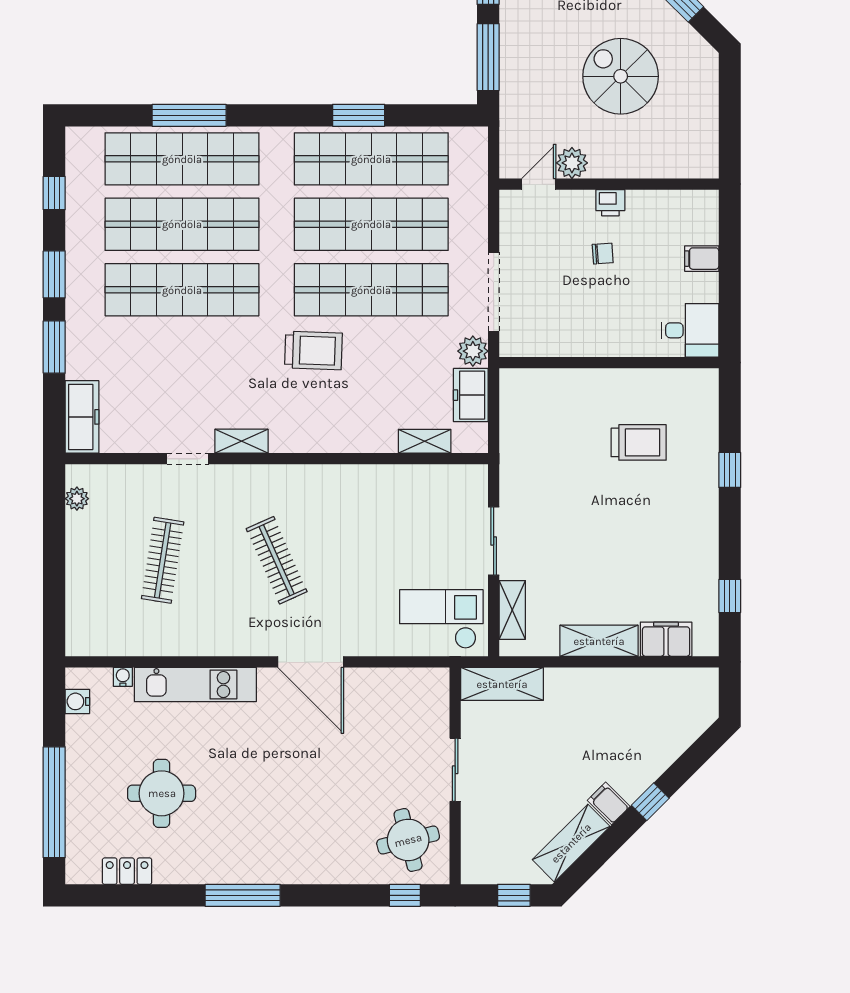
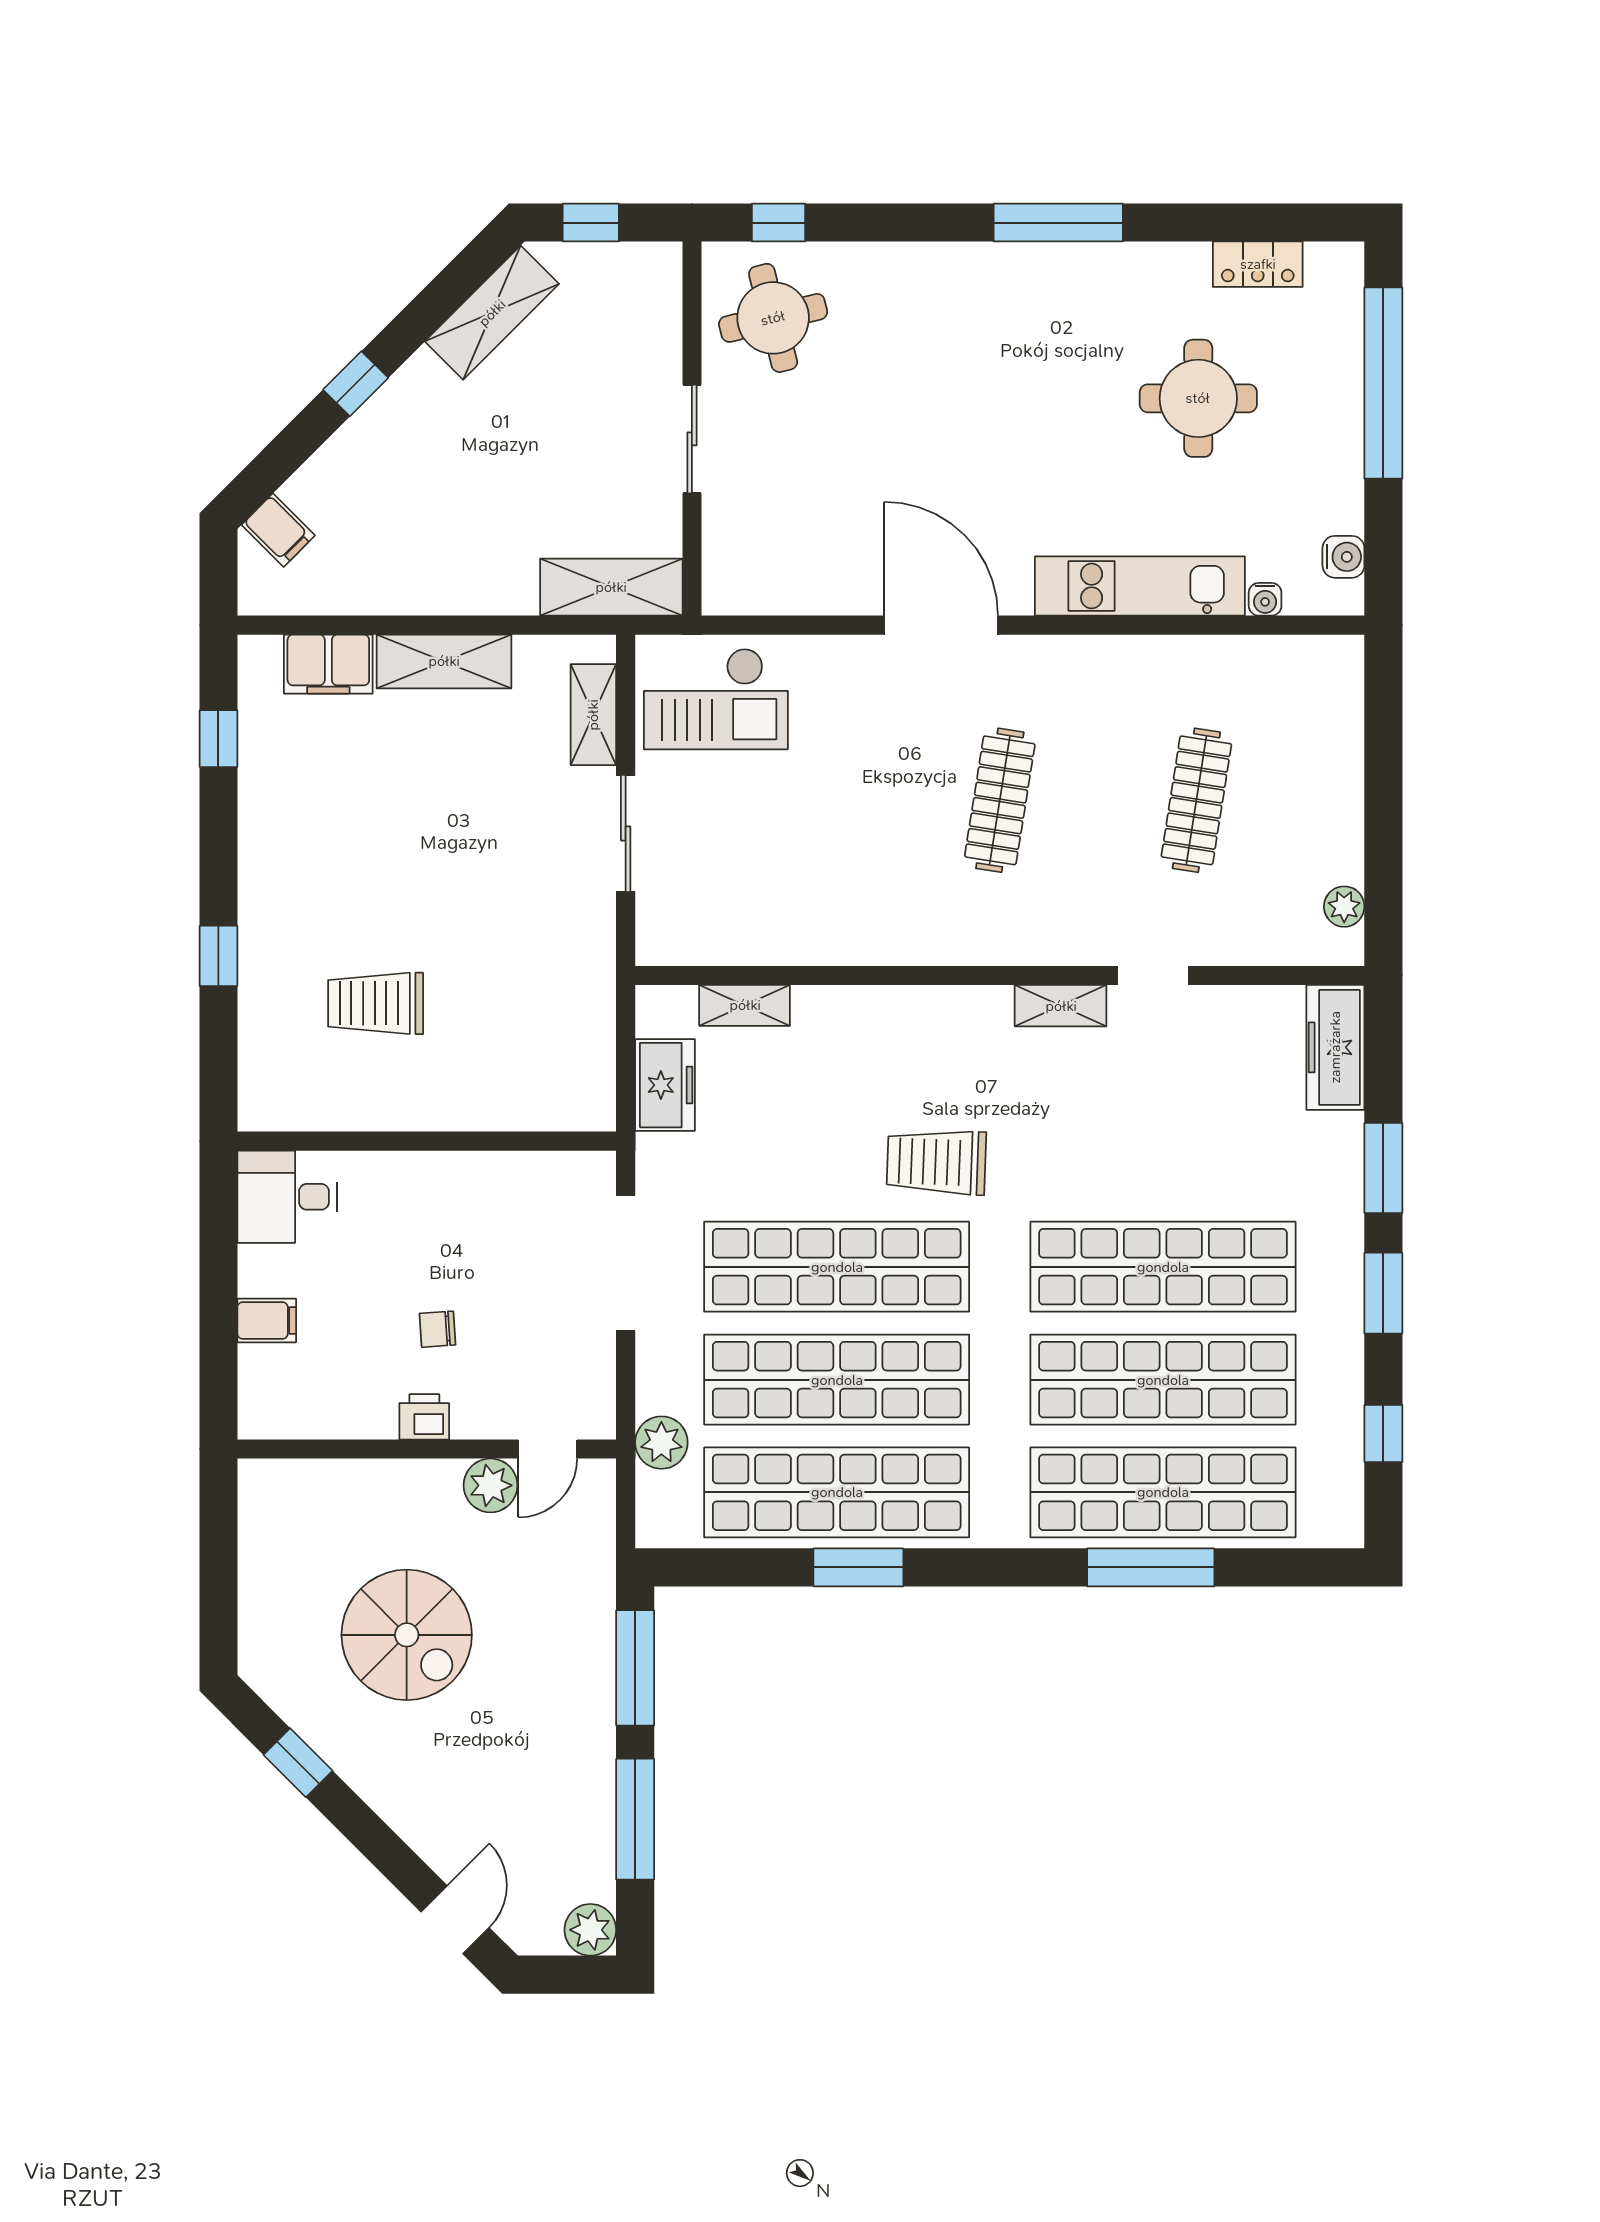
plant: (473, 351) -> (661, 1443), moved
clothes rail: (277, 560) -> (1000, 800), turned 33
filing cabinet: (609, 803) -> (278, 530), moved

